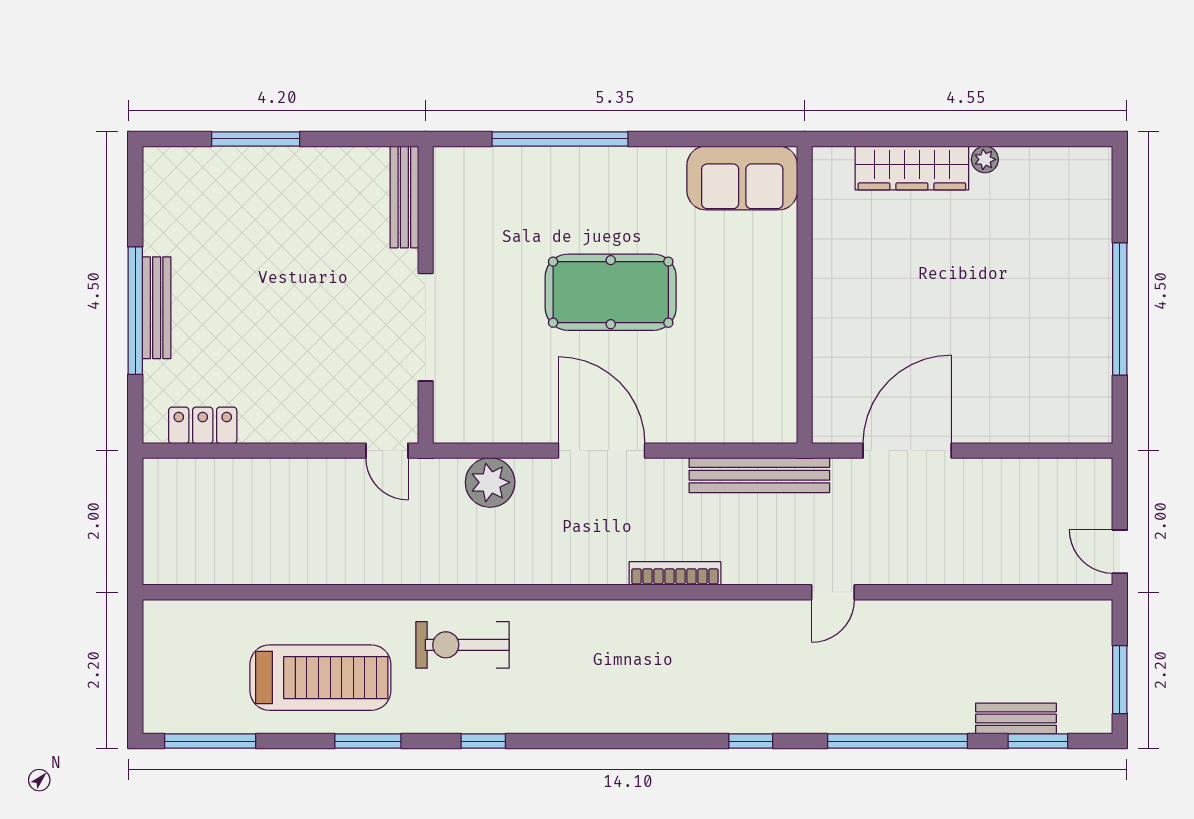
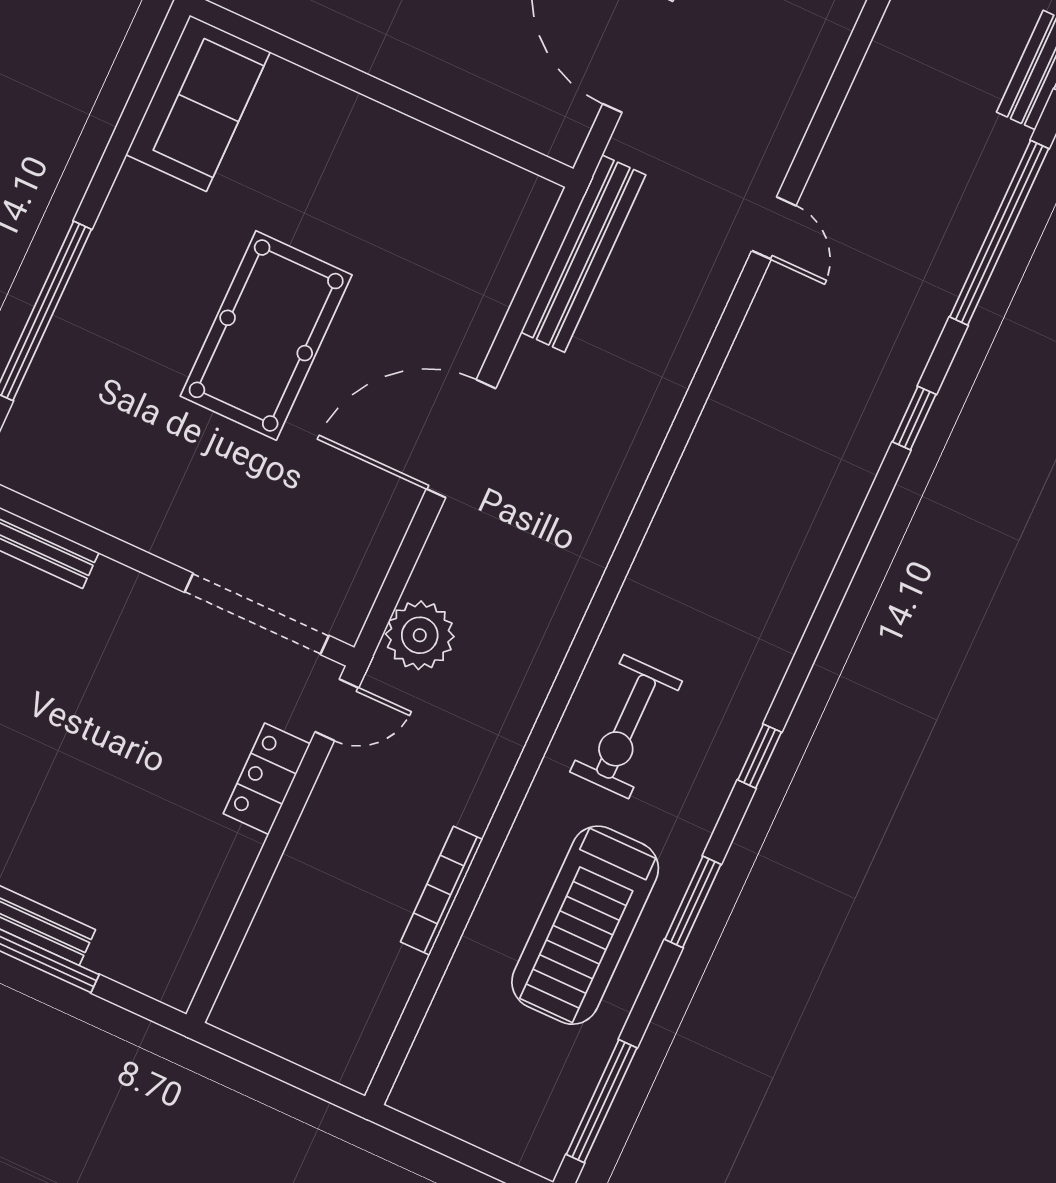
doorway: (426, 327) -> (257, 614), moved
locker: (203, 425) -> (267, 779), moved
plant: (490, 482) -> (420, 635), moved
bookcase: (675, 573) -> (442, 891), moved
treadmill: (320, 678) -> (585, 925), turned 180

